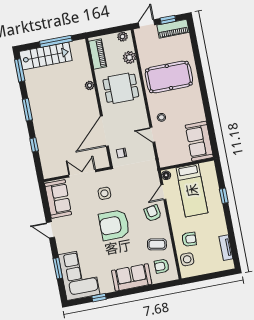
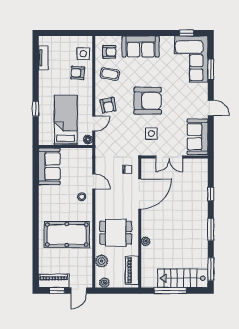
window: (99, 298) -> (187, 33), moved

